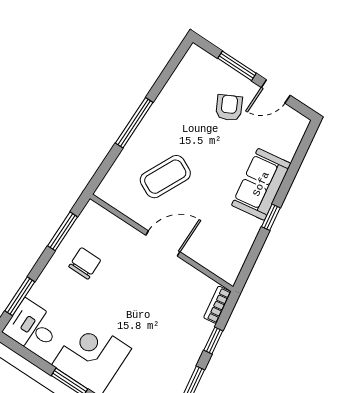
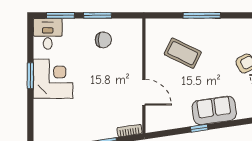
window: (63, 231) -> (98, 15), moved
door: (163, 244) -> (144, 92), moved

